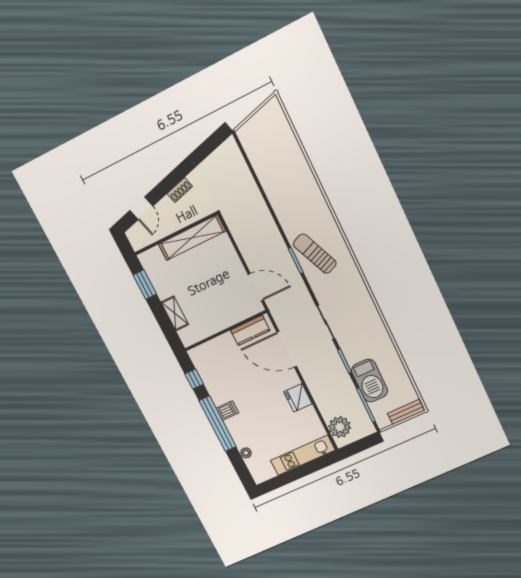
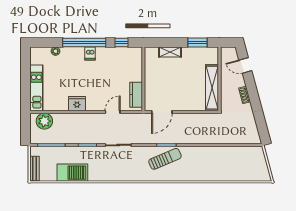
door: (287, 349) -> (113, 112), width x0.53
barbecue: (370, 381) -> (72, 173), moved, turned 180

